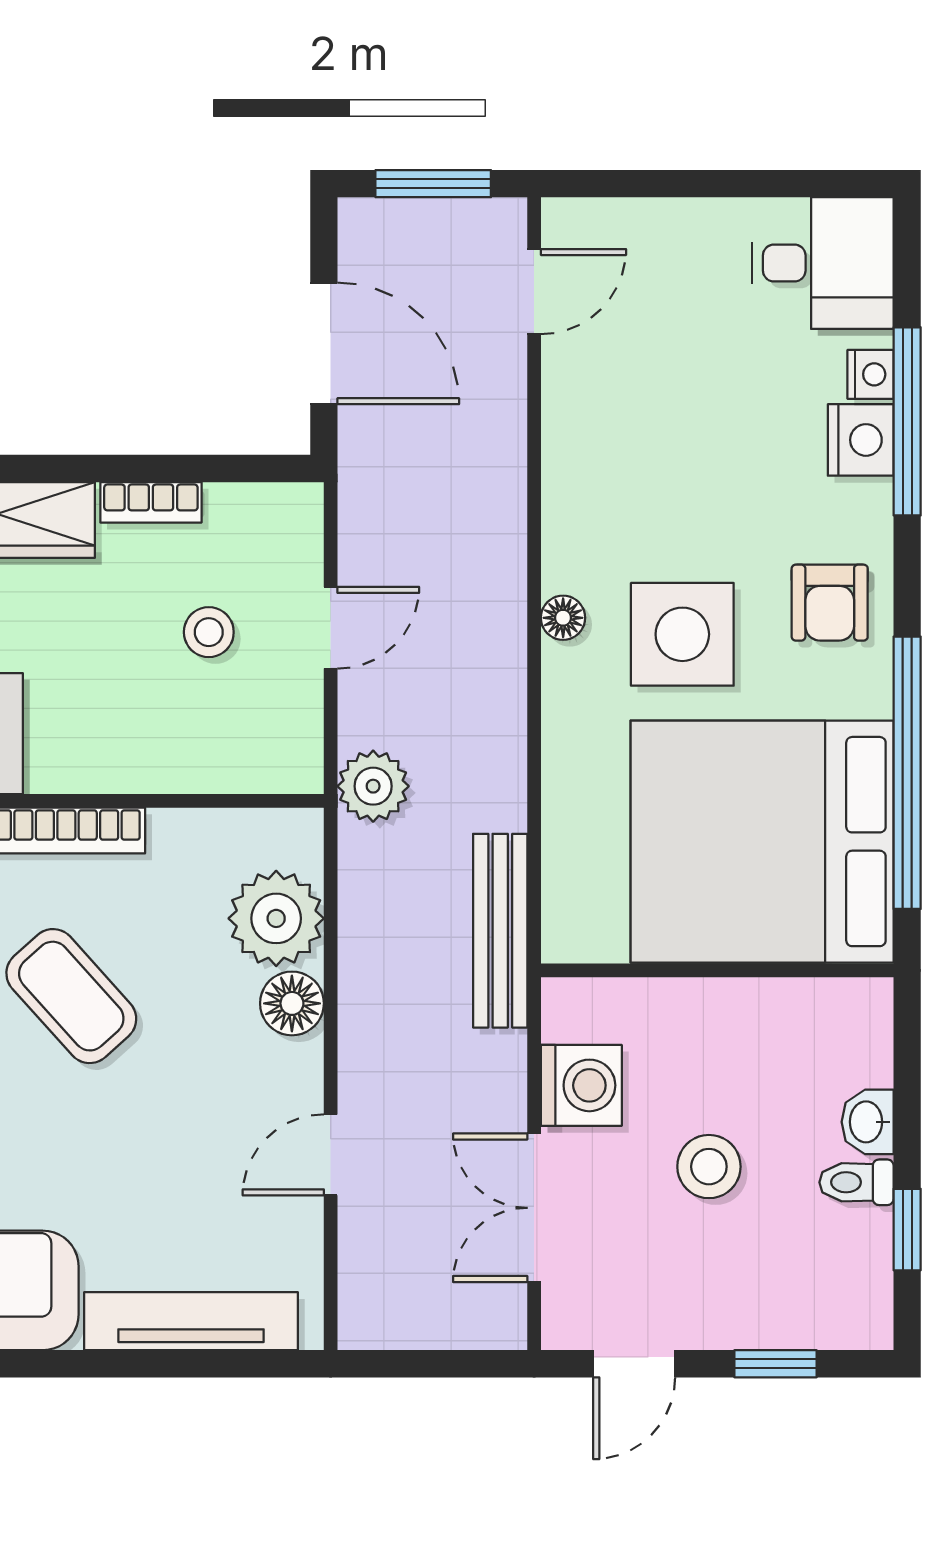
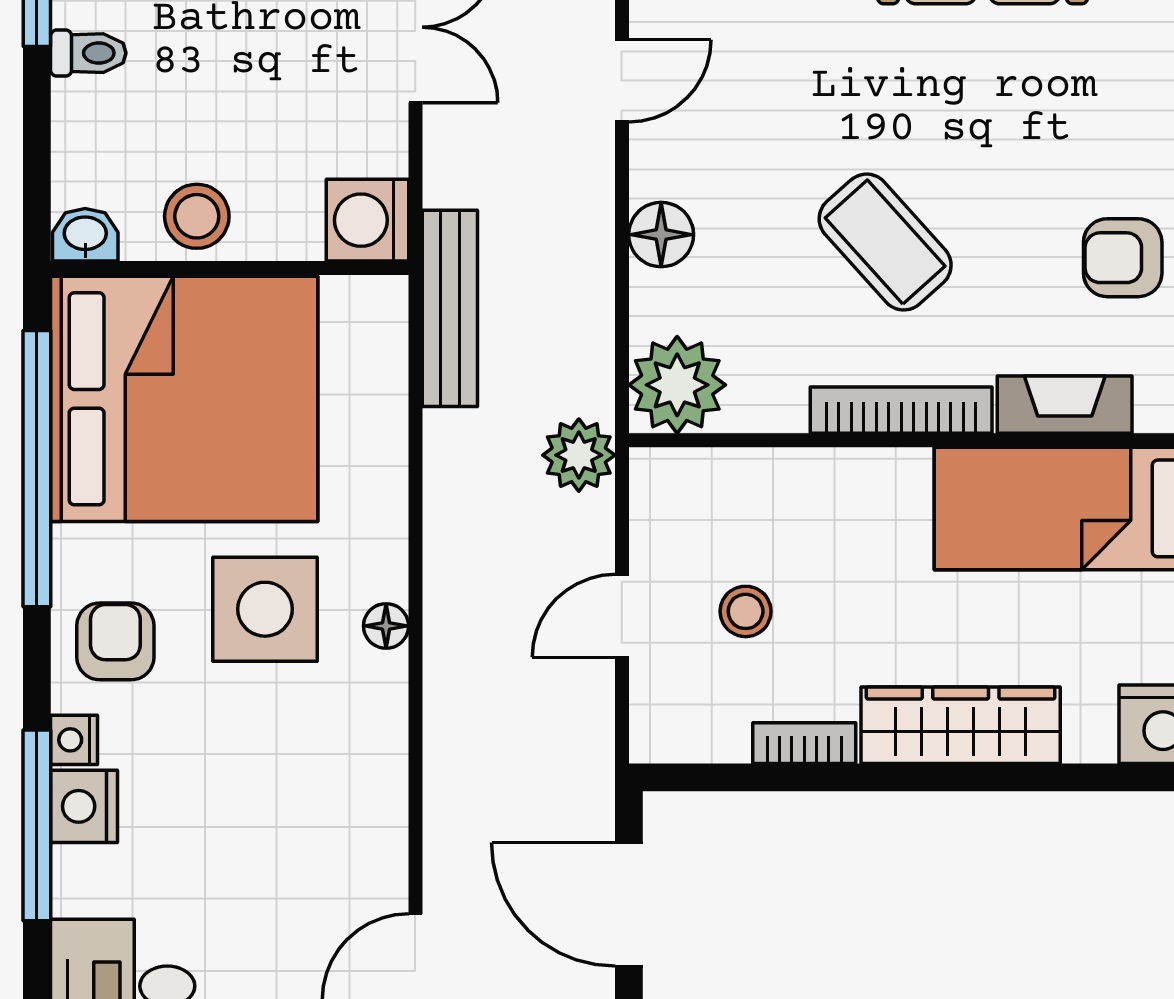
nightstand: (871, 374) -> (74, 740), moved
plant: (276, 918) -> (677, 385), moved
washing machine: (581, 1085) -> (367, 220), moved
washbasin: (868, 1122) -> (85, 235), moved, turned -90
stool: (709, 1167) -> (197, 216), moved

